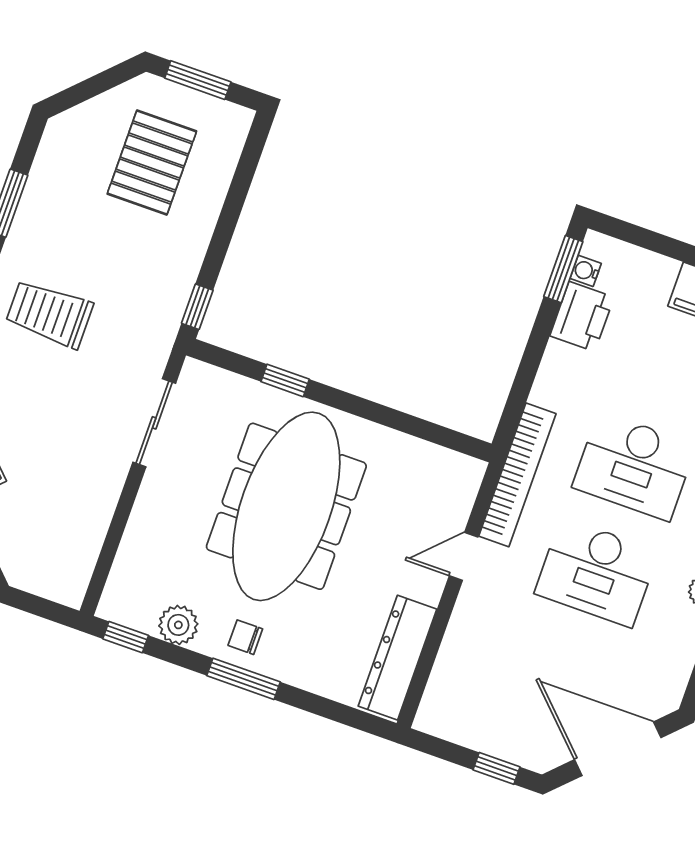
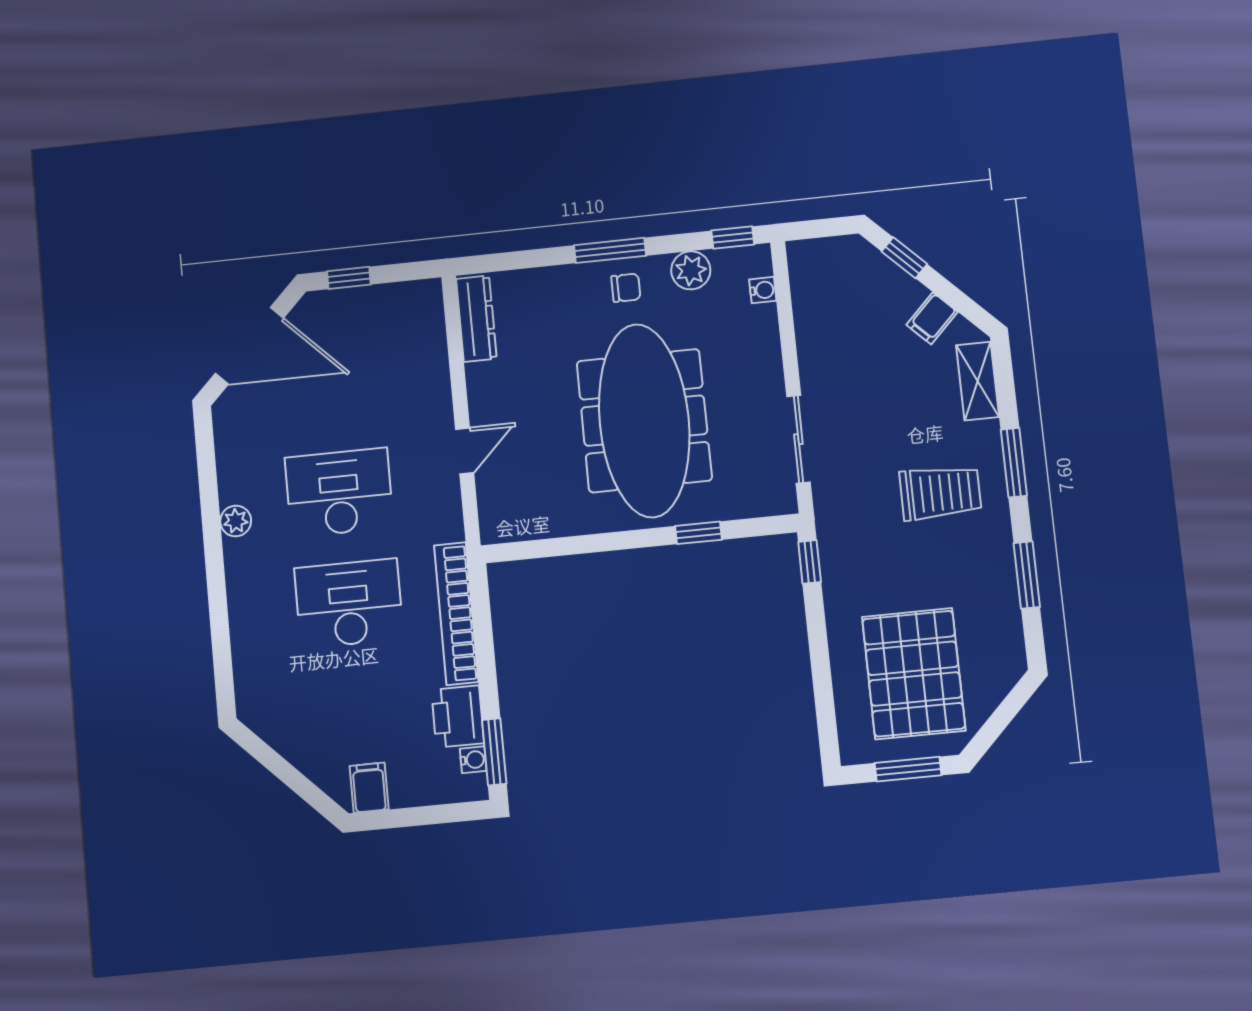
pallet: (152, 163) -> (914, 674), width x1.37, depth x1.41
bookcase: (517, 475) -> (456, 614), moved
water cooler: (121, 575) -> (763, 290), added
dresser: (397, 658) -> (476, 319), width x0.73, depth x0.80

